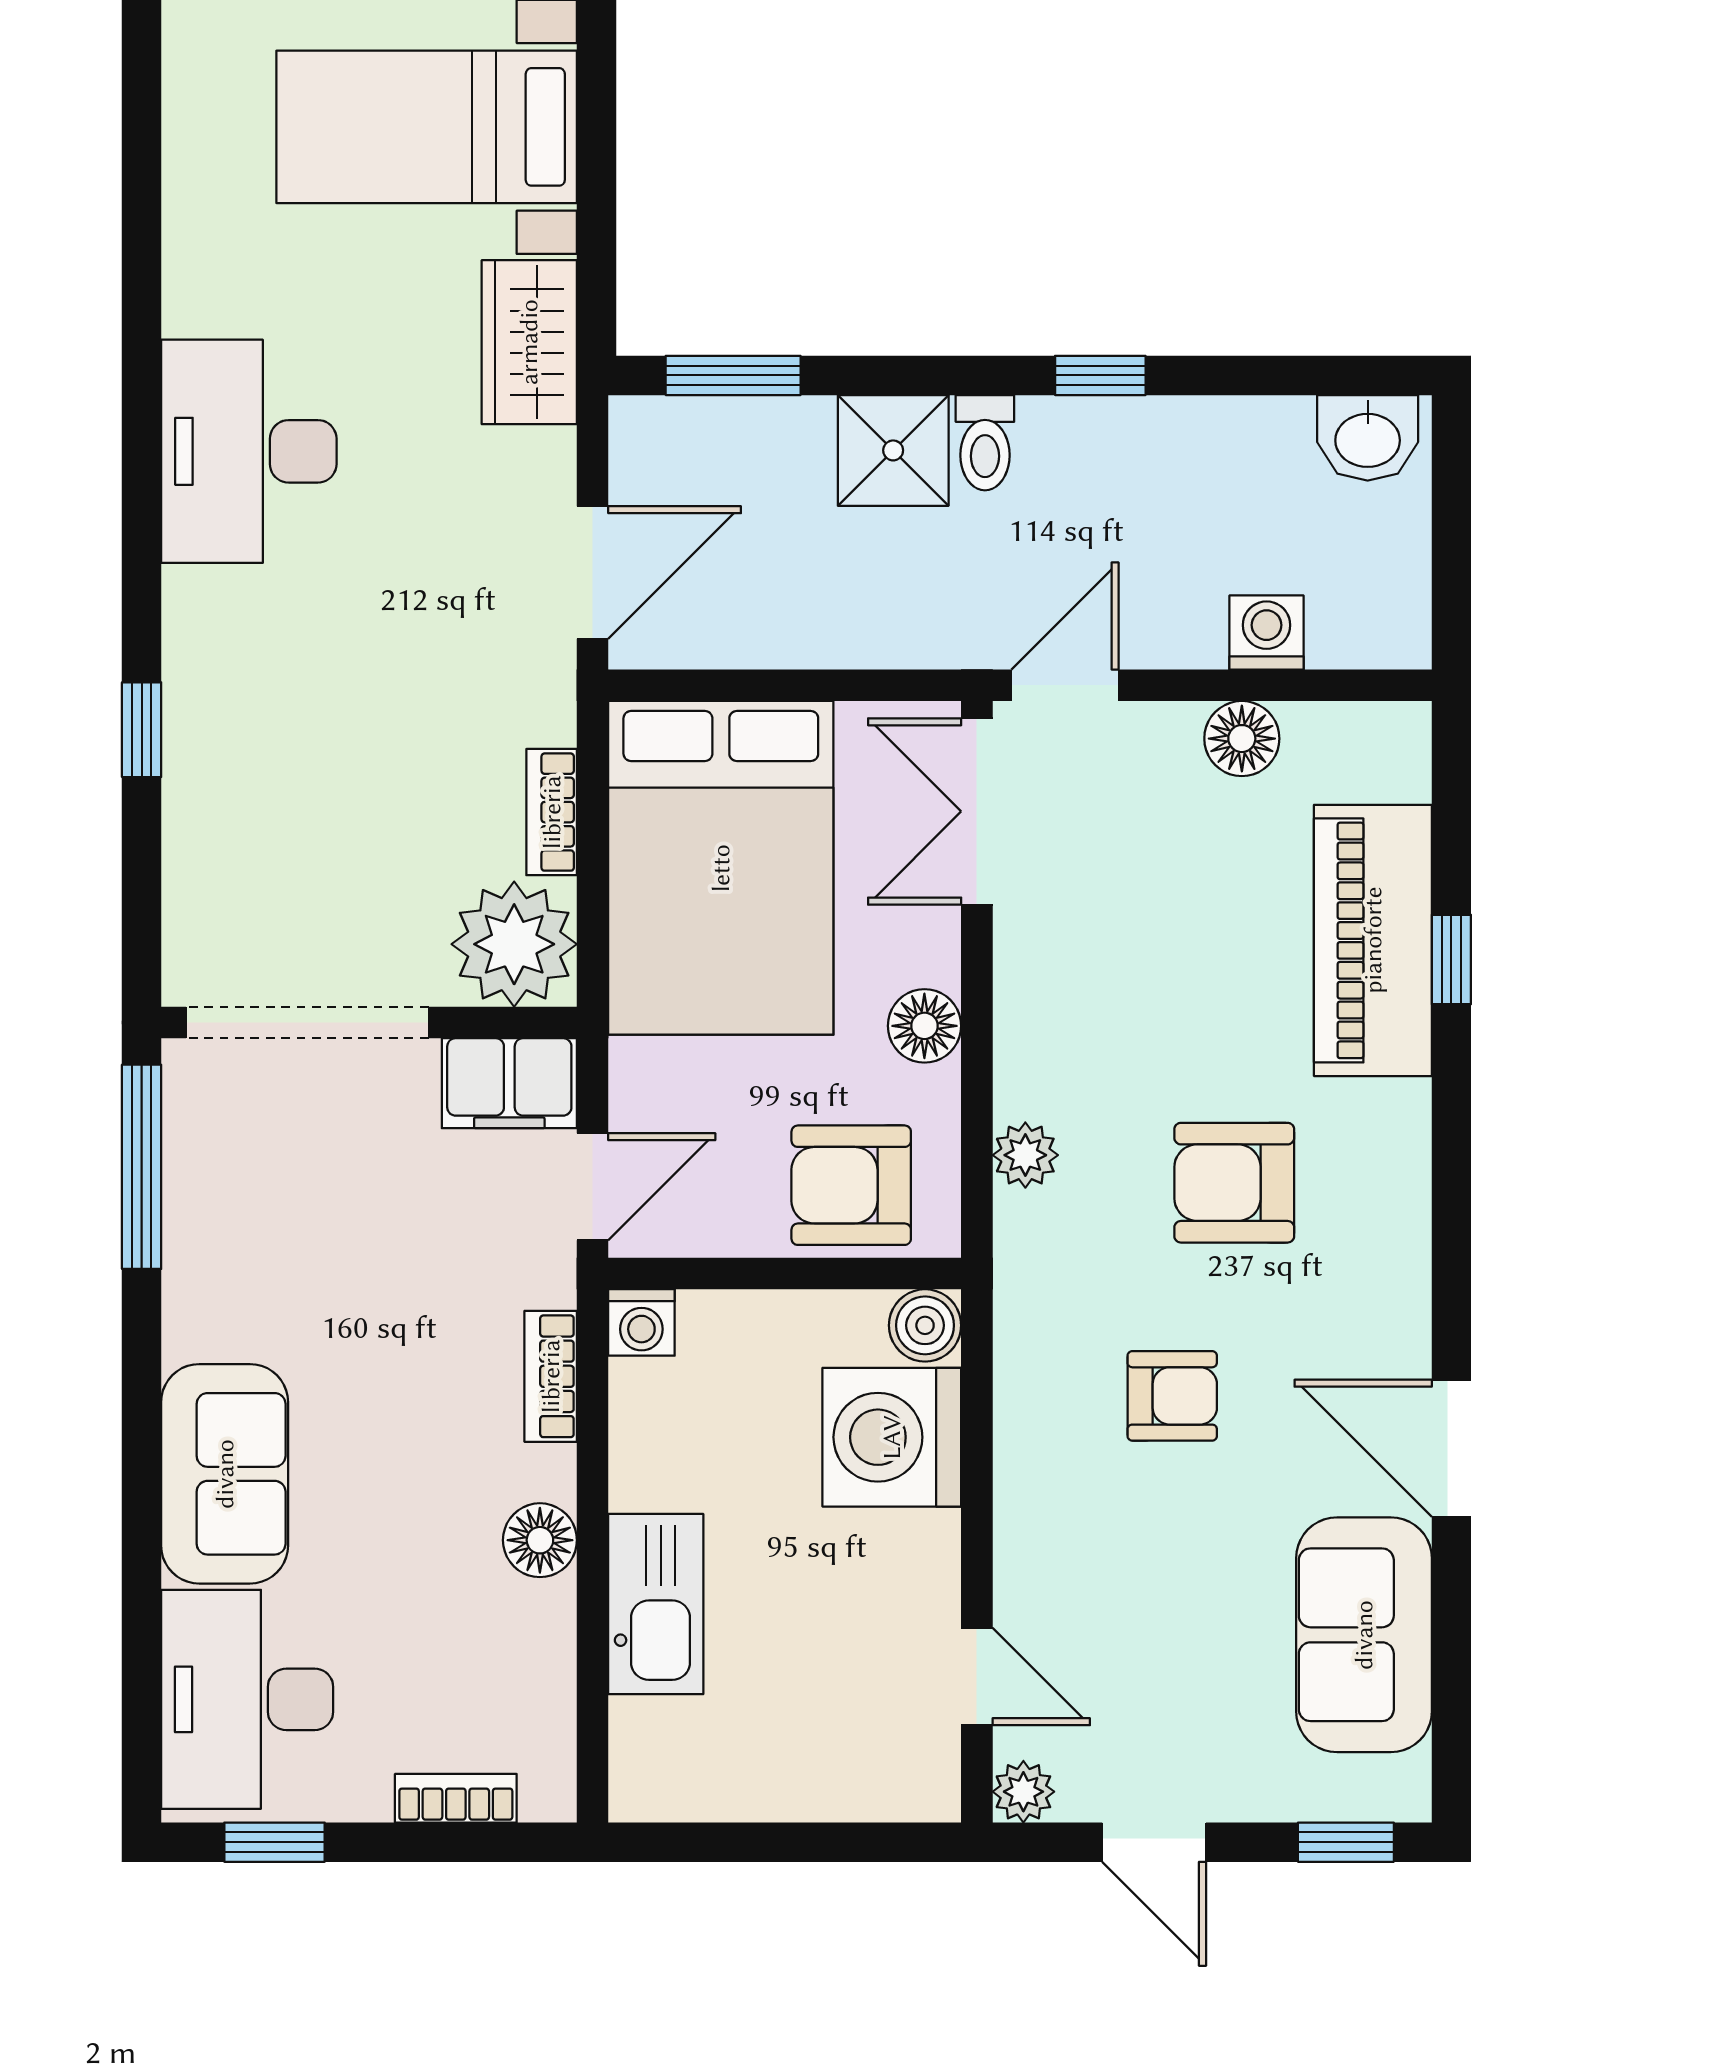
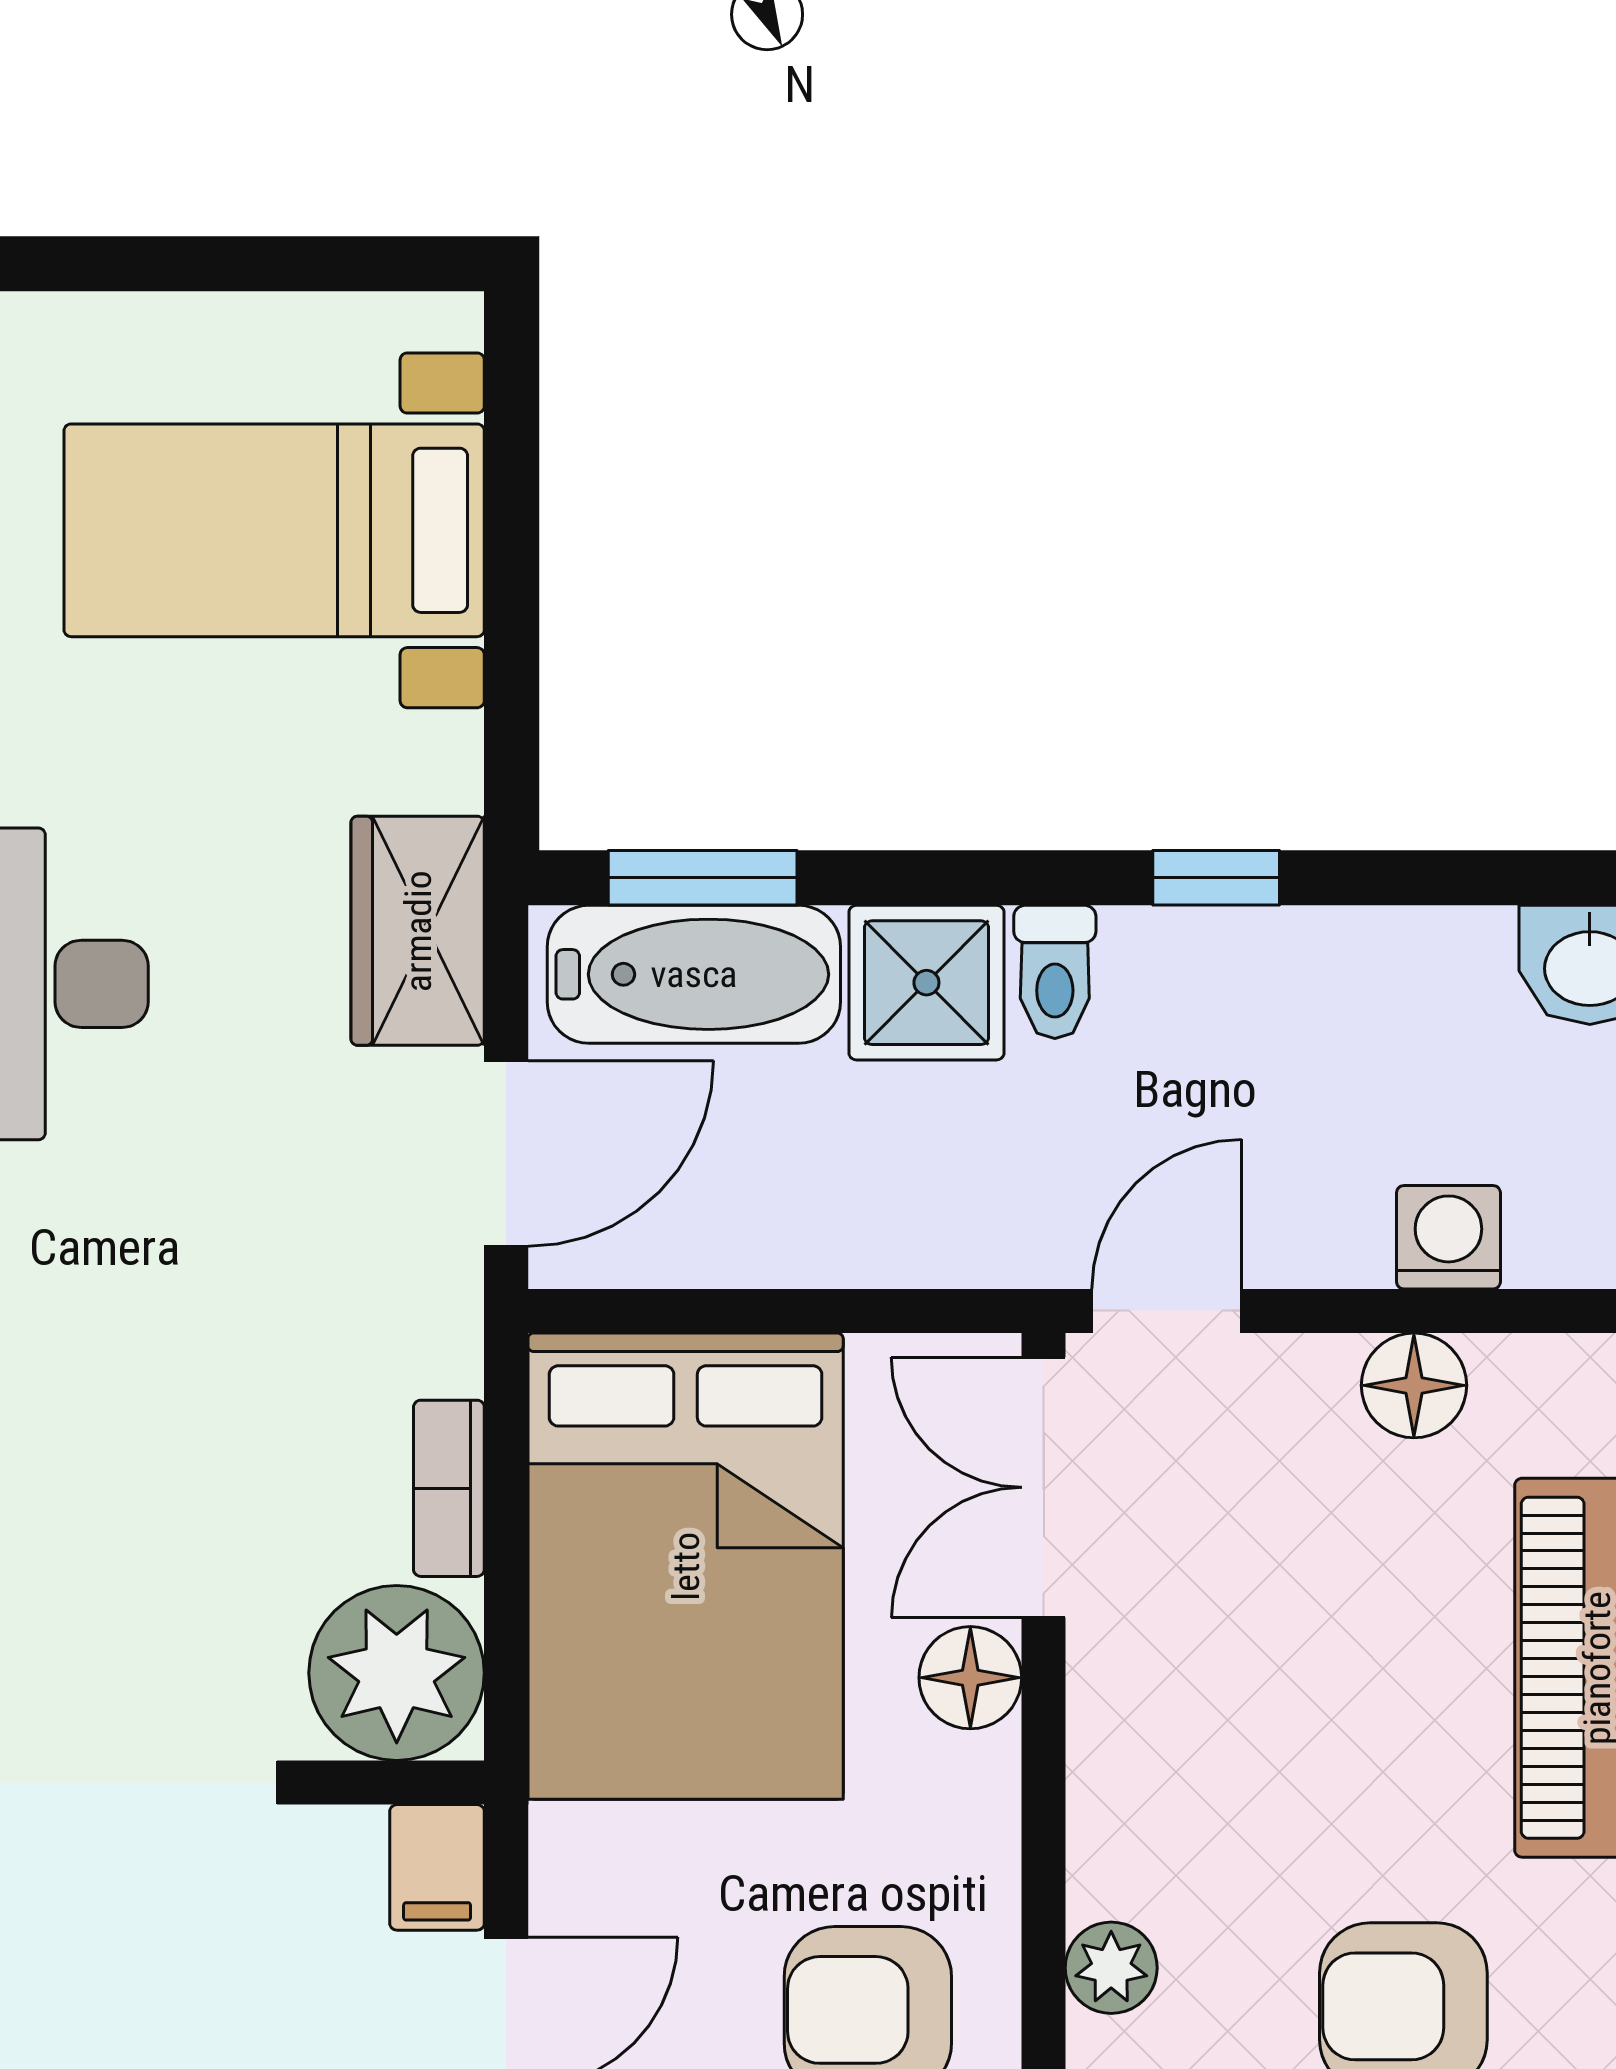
wardrobe: (529, 342) -> (418, 931), moved
bathtub: (727, 444) -> (694, 974), added
floor lamp: (924, 1026) -> (970, 1678), moved
filing cabinet: (509, 1083) -> (437, 1867), width x0.50

